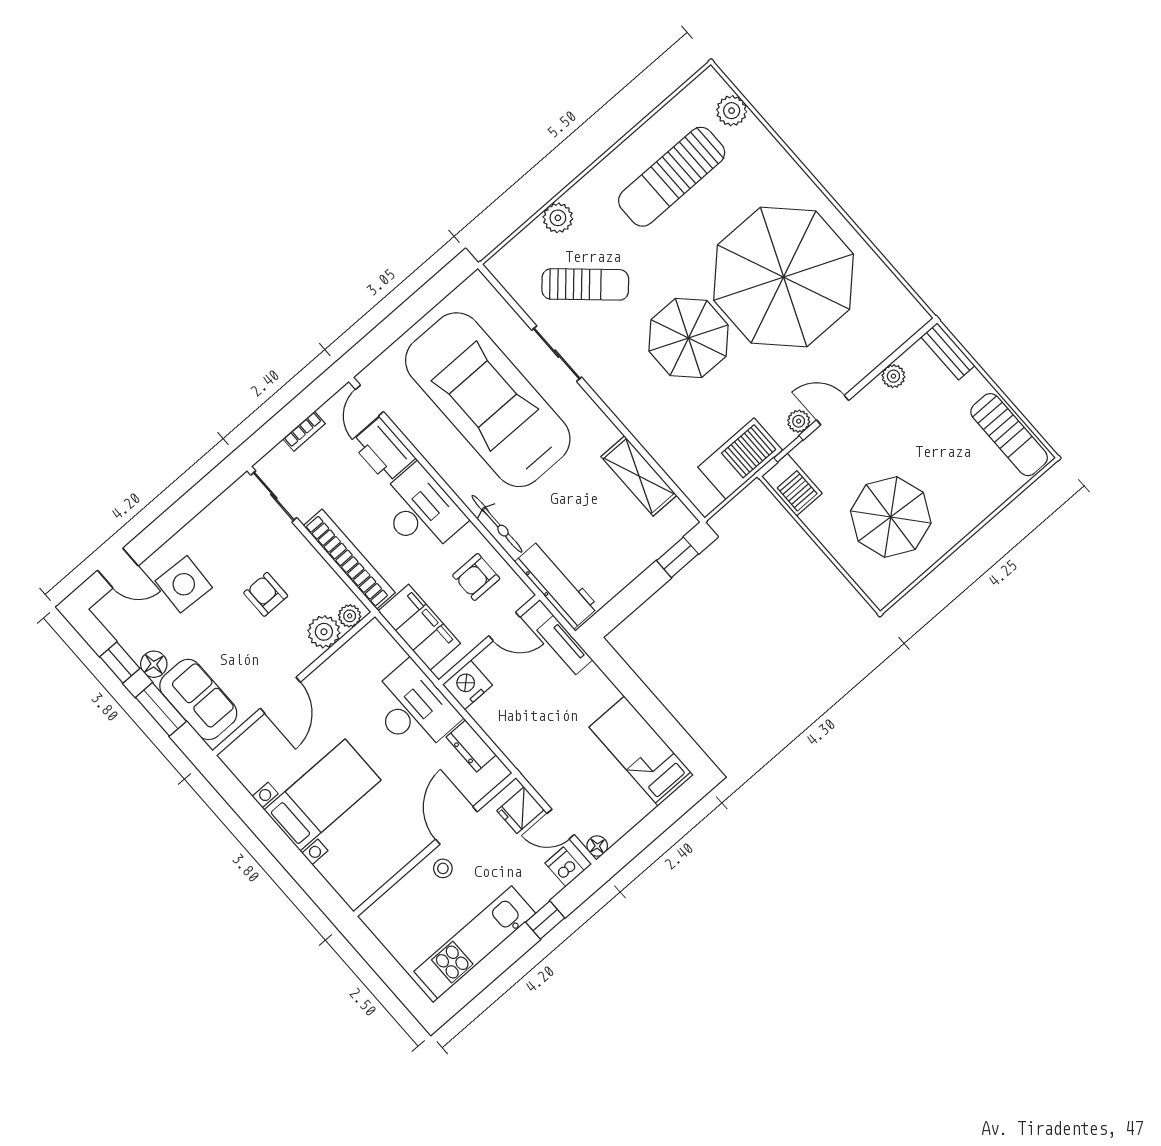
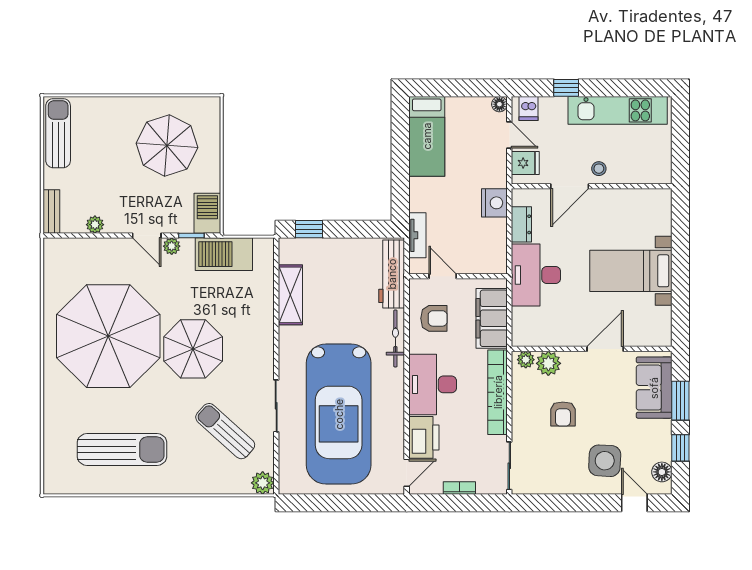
plant: (732, 111) -> (55, 457), removed
plant: (558, 218) -> (263, 483), moved
floor lamp: (154, 664) -> (662, 472), moved
nightstand: (467, 685) -> (494, 203), moved, turned -90

